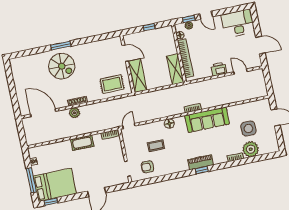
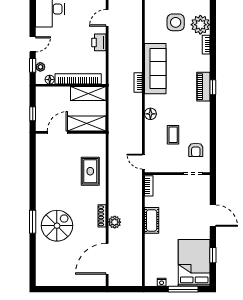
door: (125, 53) -> (57, 132), moved
wall: (127, 64) -> (71, 132), moved
shelving: (137, 76) -> (87, 124), moved
window: (51, 202) -> (213, 255), moved

